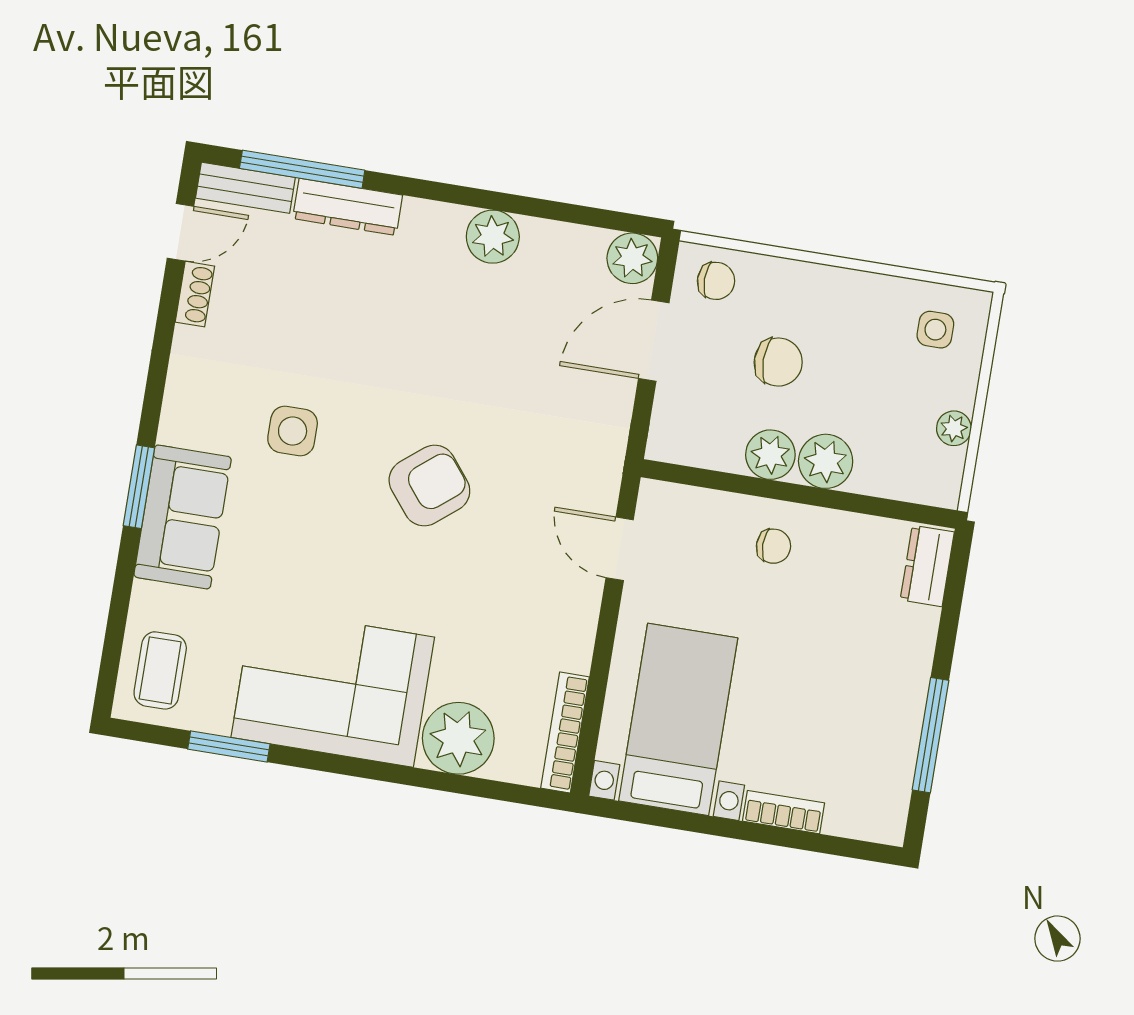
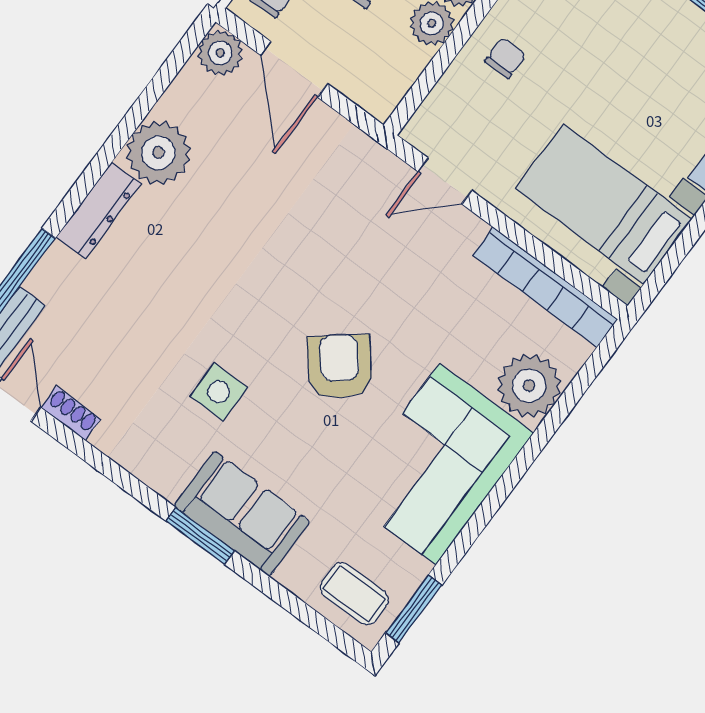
dresser: (348, 207) -> (98, 210), moved
plant: (493, 237) -> (158, 153), width x1.36, depth x1.36
armchair: (429, 486) -> (340, 367), moved
bookcase: (565, 732) -> (545, 287), width x1.48, depth x1.31
window: (229, 746) -> (414, 609), moved

